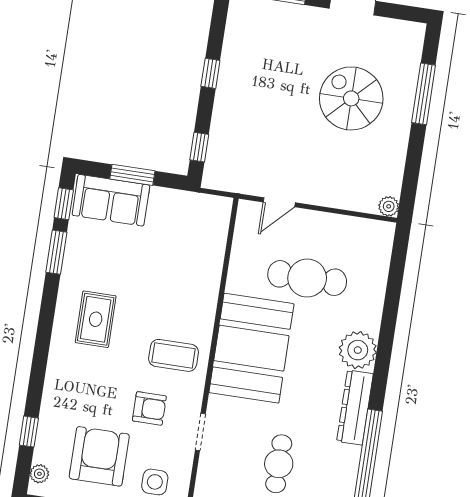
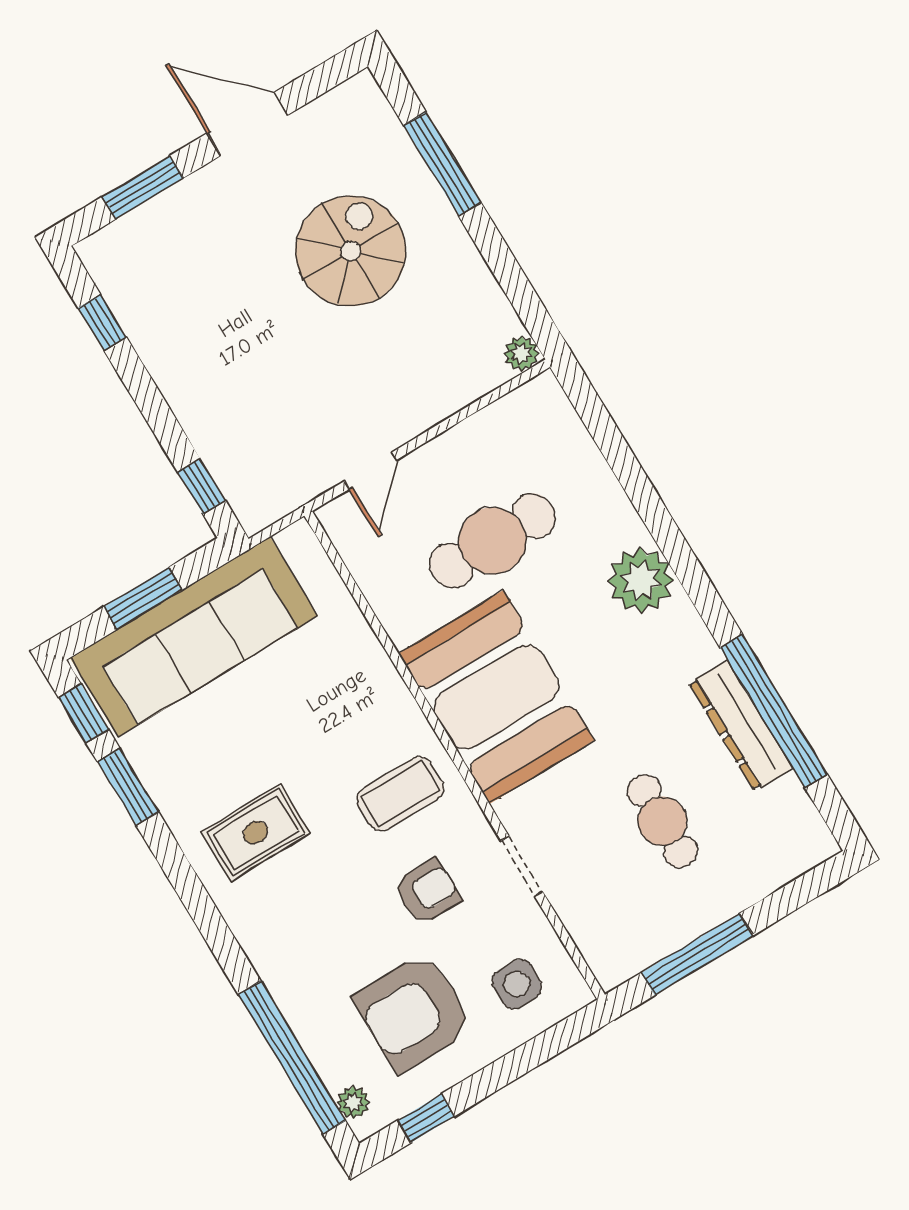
window: (210, 73) -> (102, 323), moved
spiral stairs: (351, 98) -> (351, 251), turned 90
sofa: (111, 200) -> (194, 637), width x1.85, depth x1.27
rug: (96, 319) -> (256, 833), turned 90
dresser: (355, 408) -> (741, 726), moved
window: (29, 432) -> (292, 1058), width x3.17
armchair: (99, 456) -> (414, 1012), turned -90

